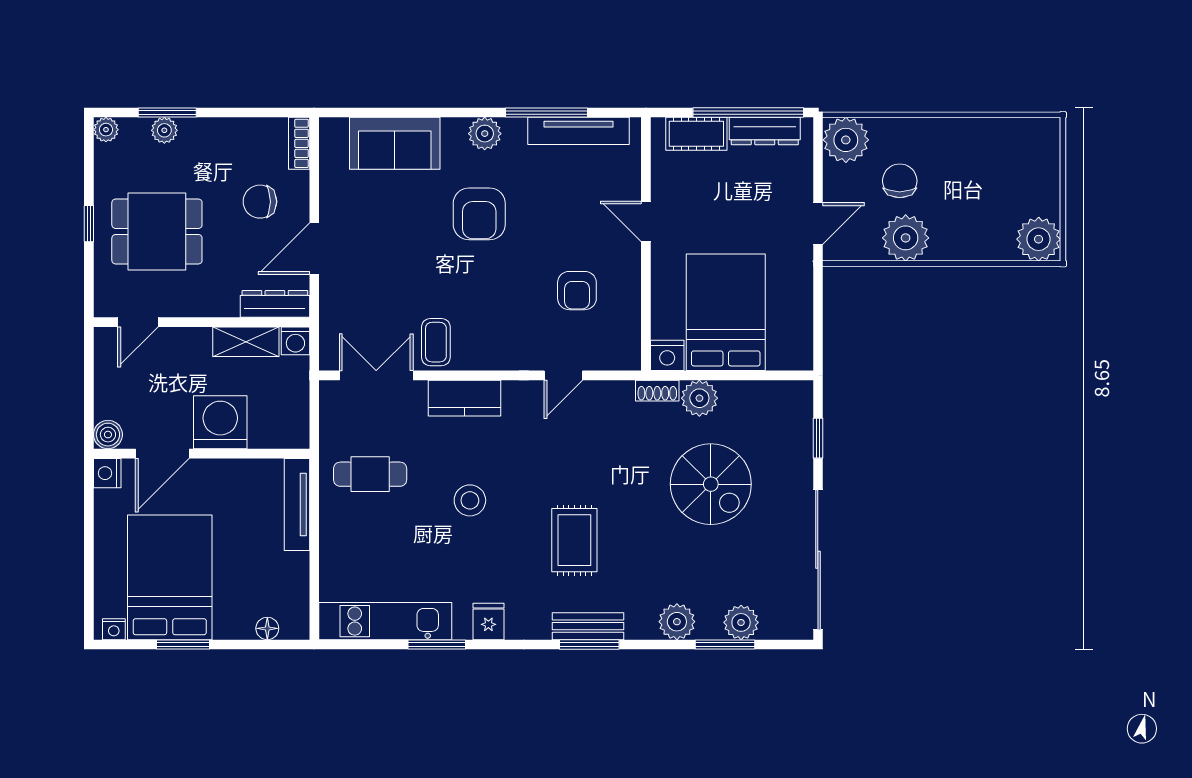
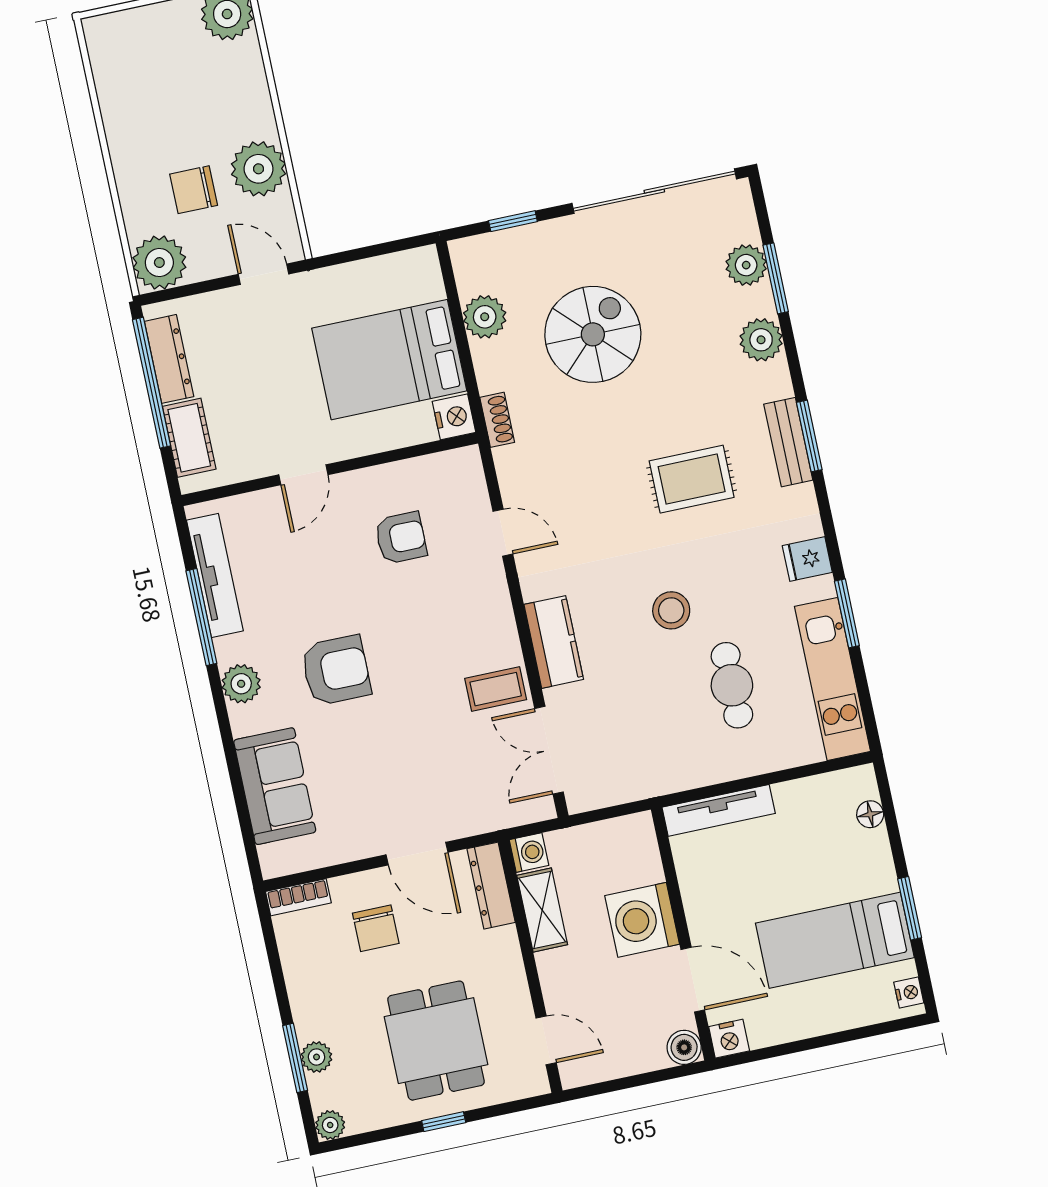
plant: (699, 398) -> (485, 317), moved
cafe table: (370, 474) -> (732, 685), moved
bed: (170, 577) -> (835, 940), width x0.67

